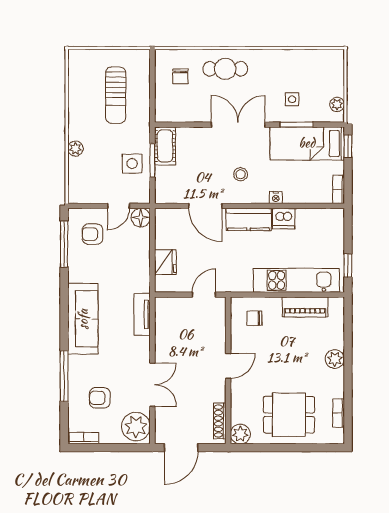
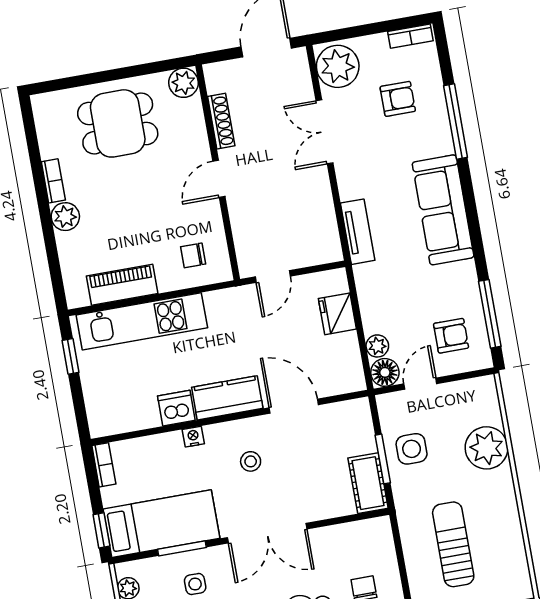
plant: (75, 149) -> (487, 448), width x1.88, depth x1.88
plant: (143, 236) -> (377, 346), added
chair: (254, 318) -> (193, 255), turned 180
bookcase: (339, 413) -> (53, 181), moved
shoe rack: (220, 421) -> (221, 121), moved

